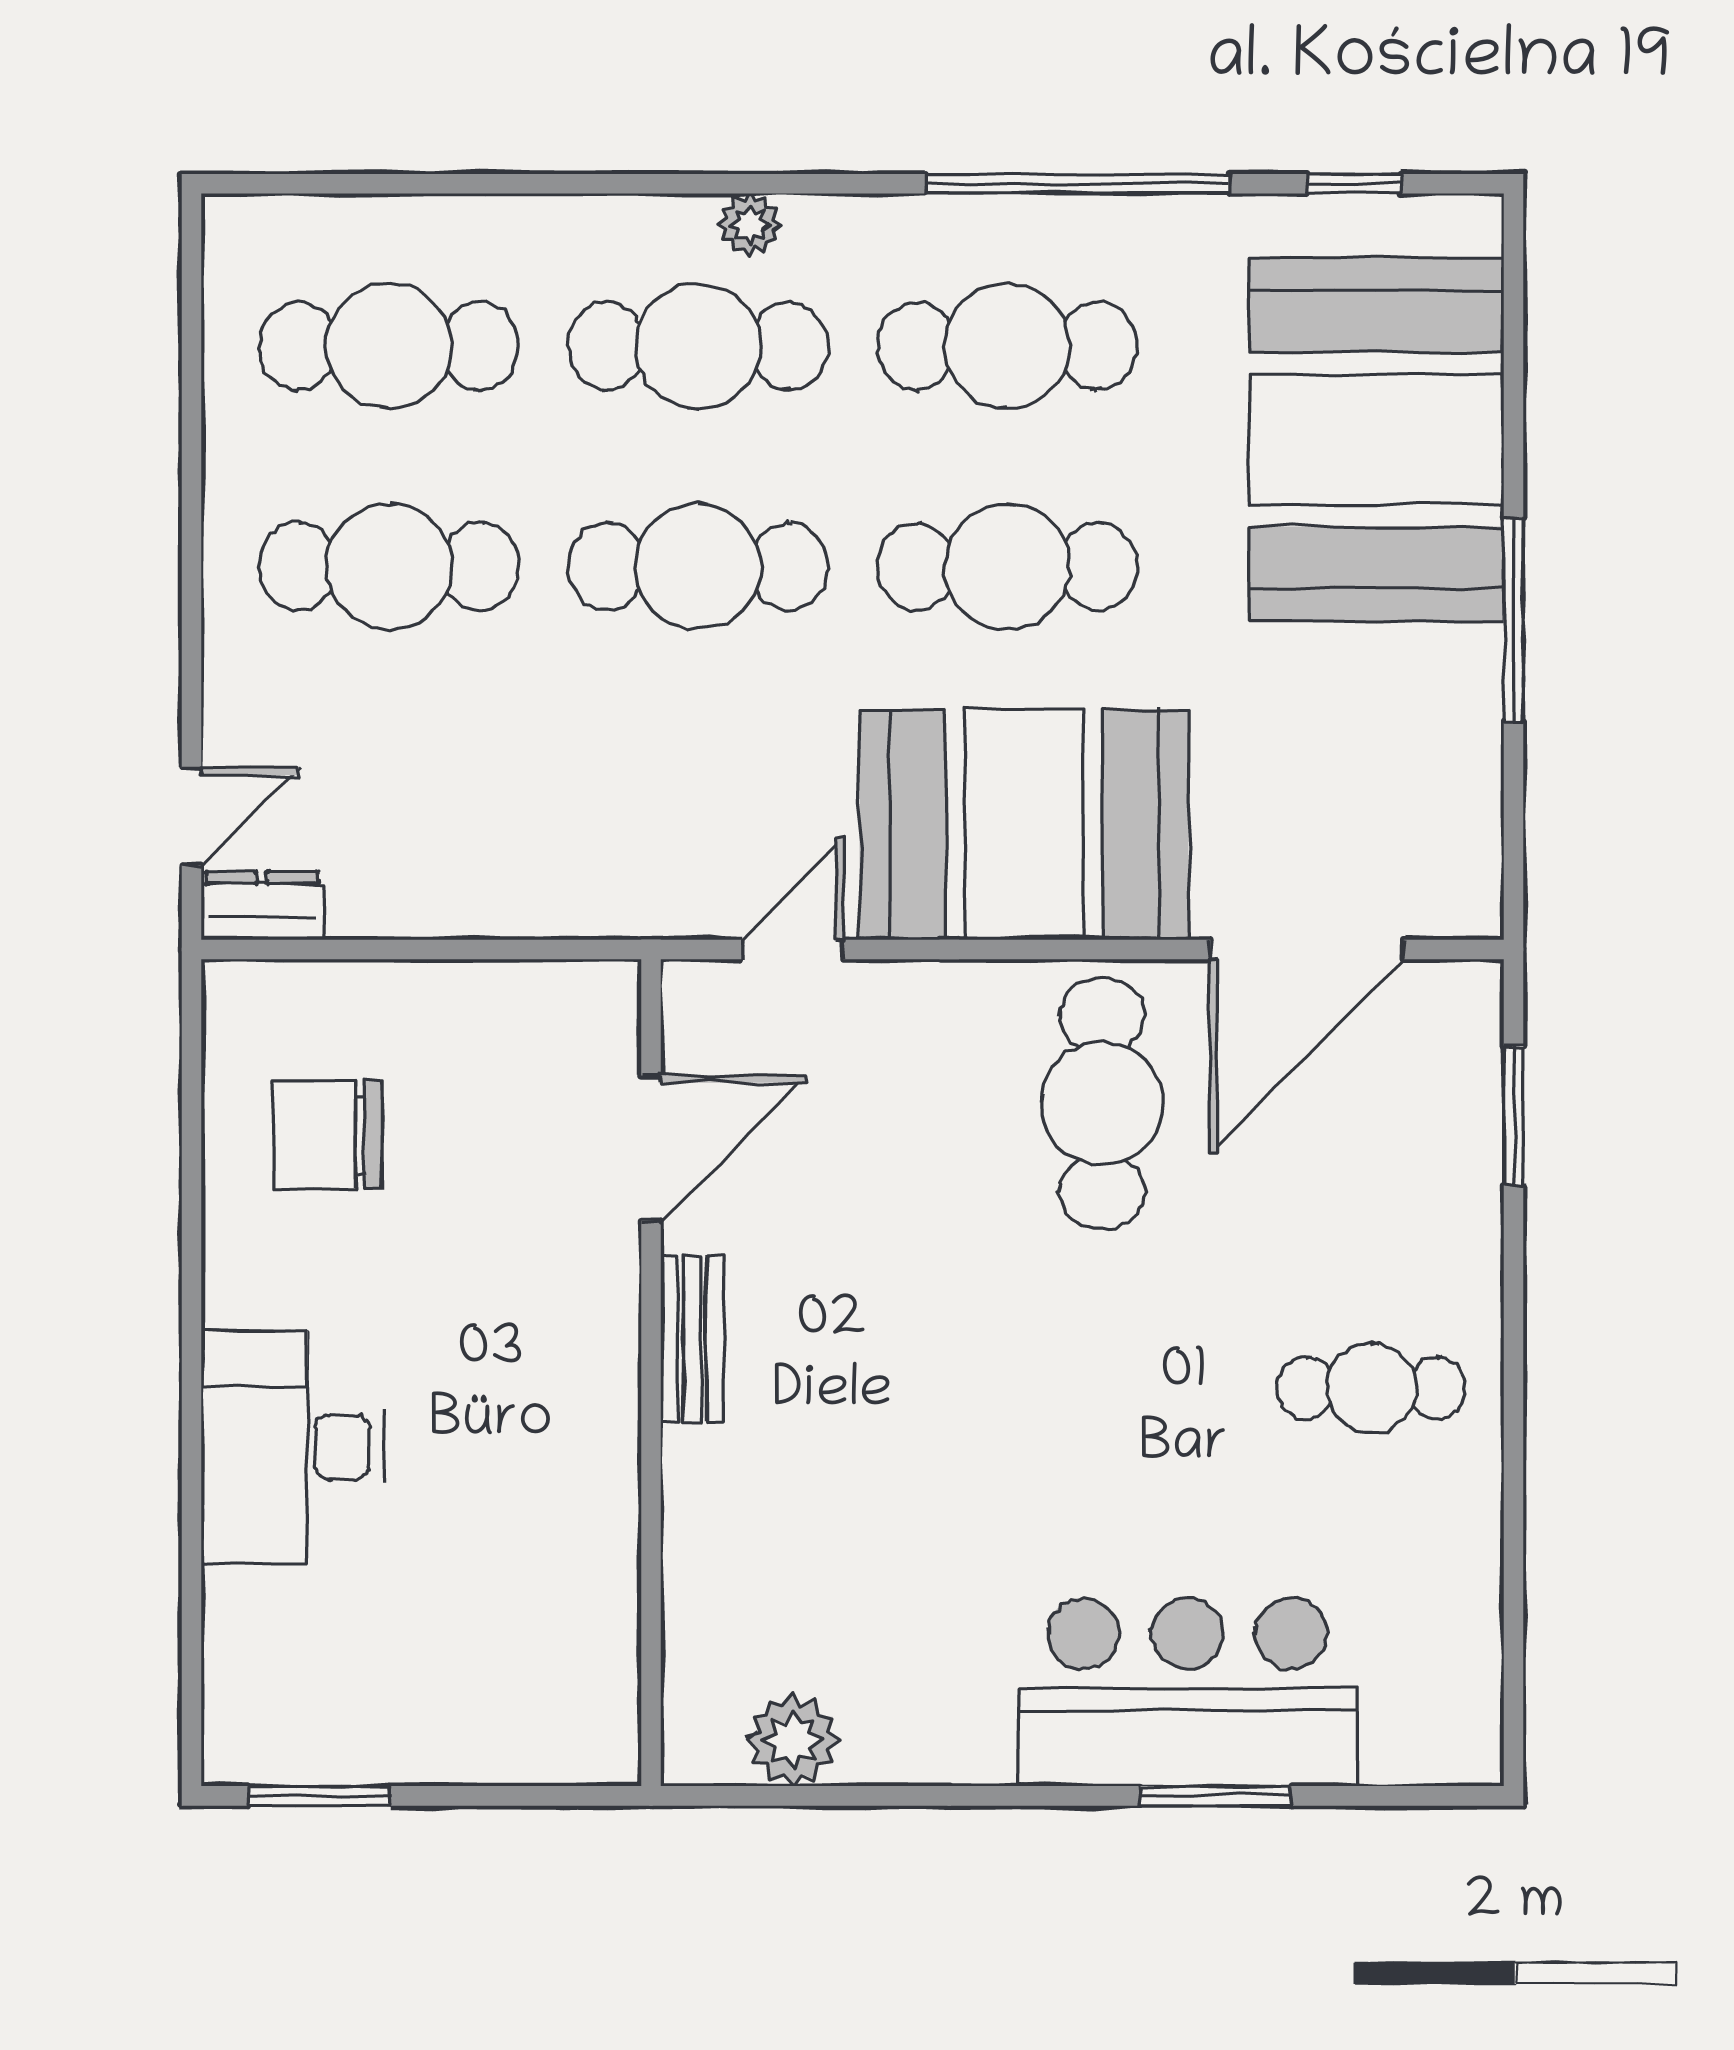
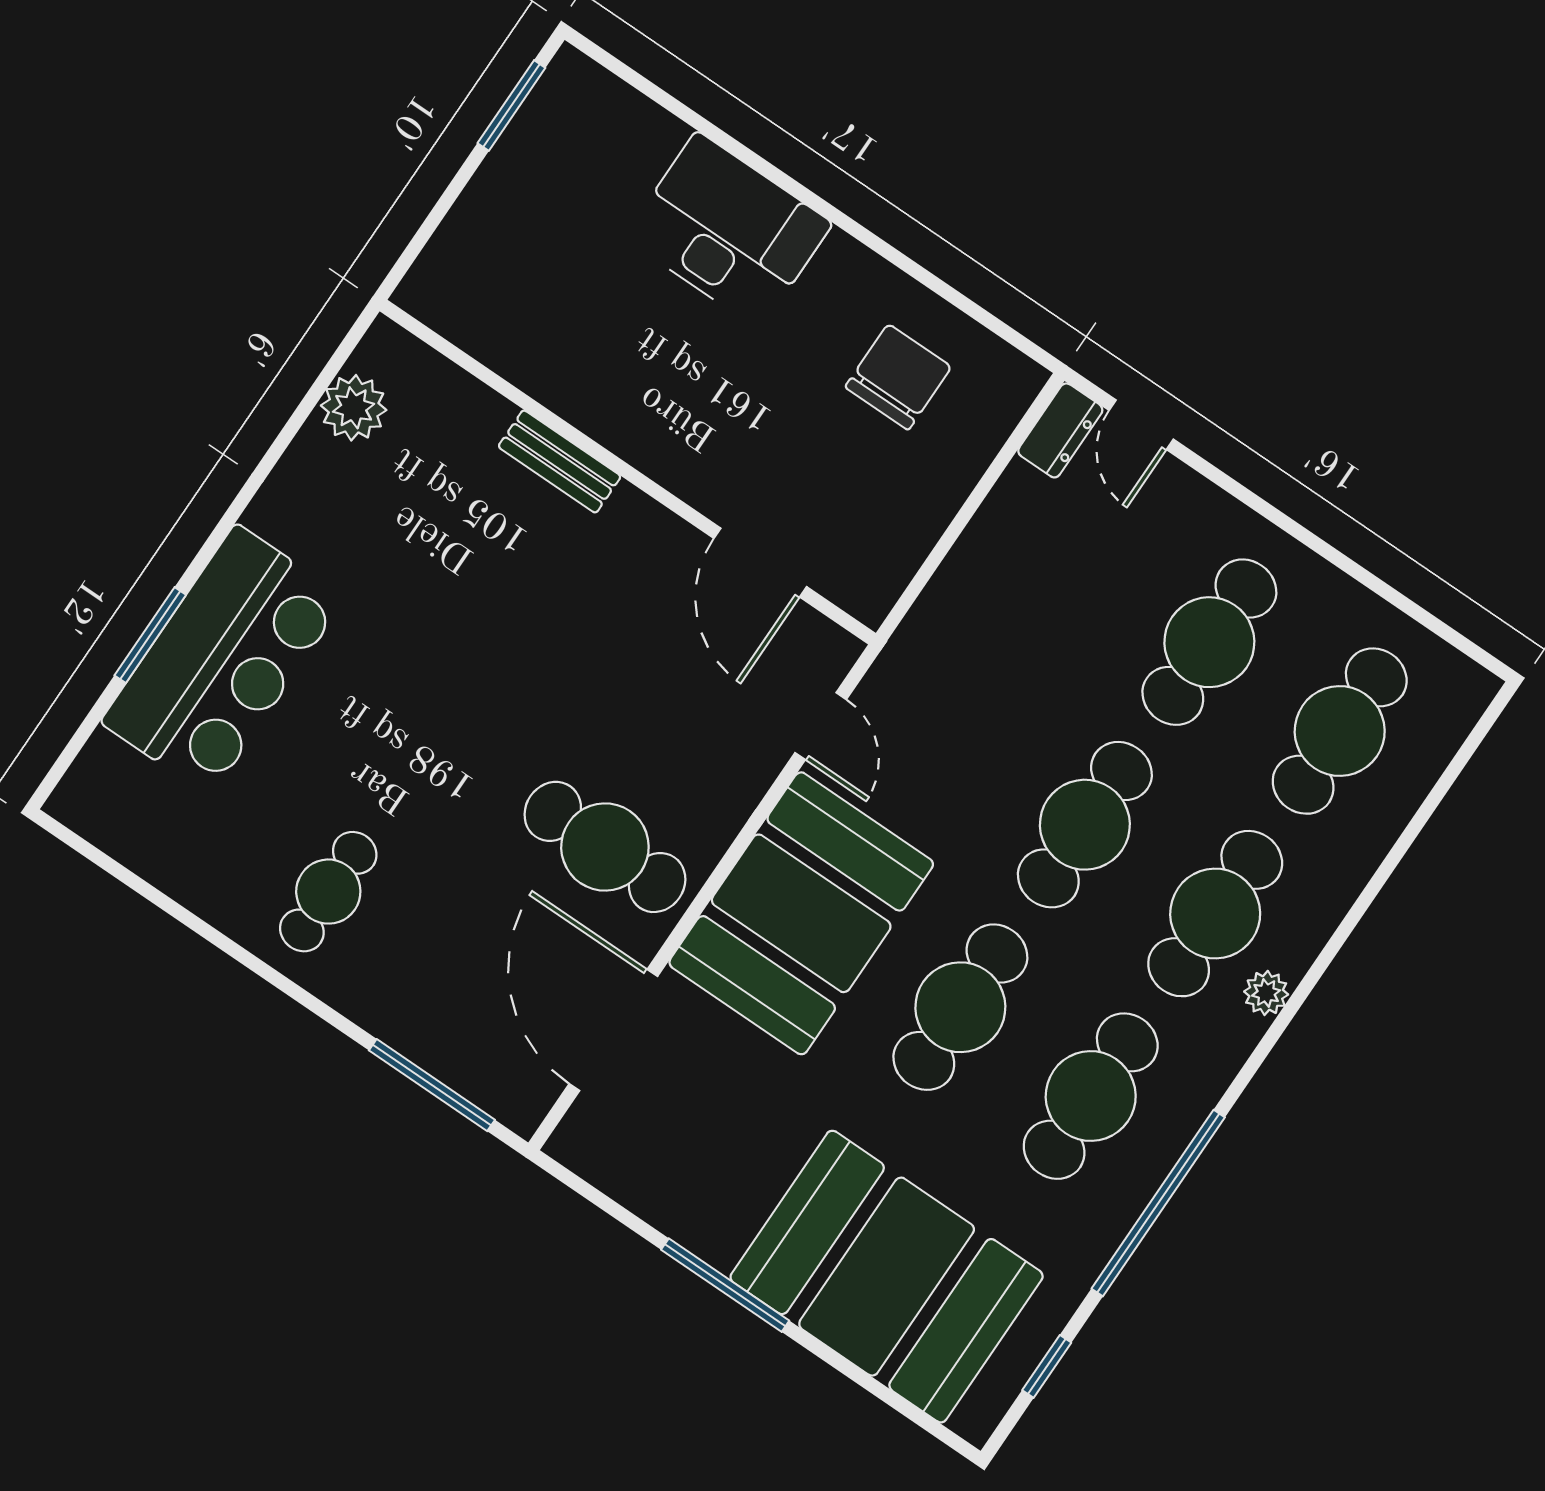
window: (1514, 1116) -> (432, 1085), width x1.44
bench: (692, 1339) -> (560, 461), moved

